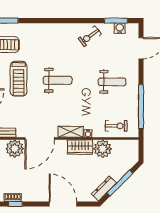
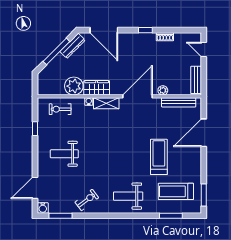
water cooler: (120, 28) -> (43, 208), moved
weight bench: (58, 80) -> (128, 196), moved
window: (141, 107) -> (35, 129), width x0.32
plant: (15, 149) -> (163, 90), width x0.53, depth x0.53
window: (15, 204) -> (145, 30), moved
door: (63, 204) -> (104, 30), moved

